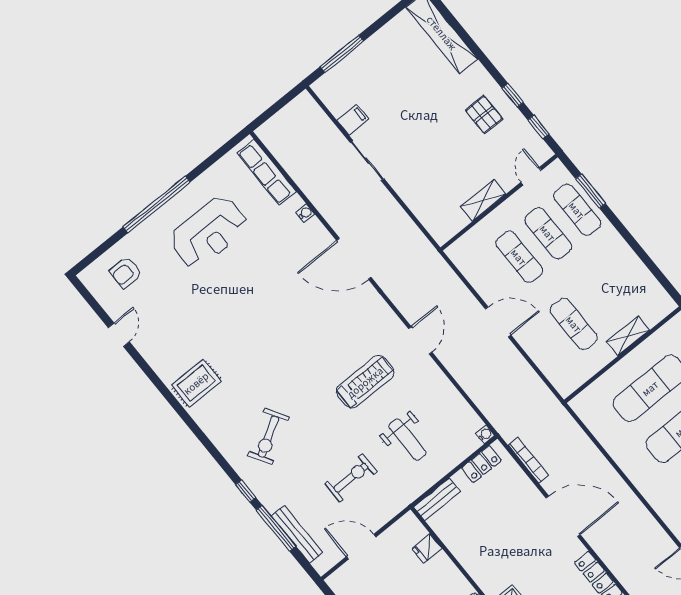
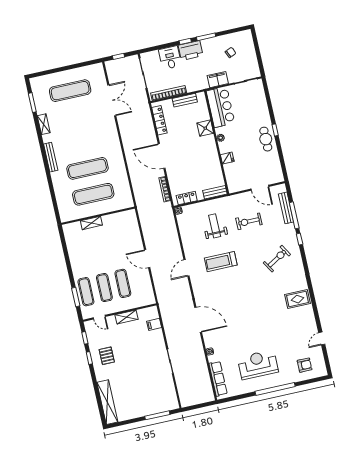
filing cabinet: (353, 120) -> (154, 324), moved
door: (531, 176) -> (99, 317), hinge flipped
exercise mat: (574, 324) -> (113, 241), removed
fridge: (427, 548) -> (227, 158), moved

